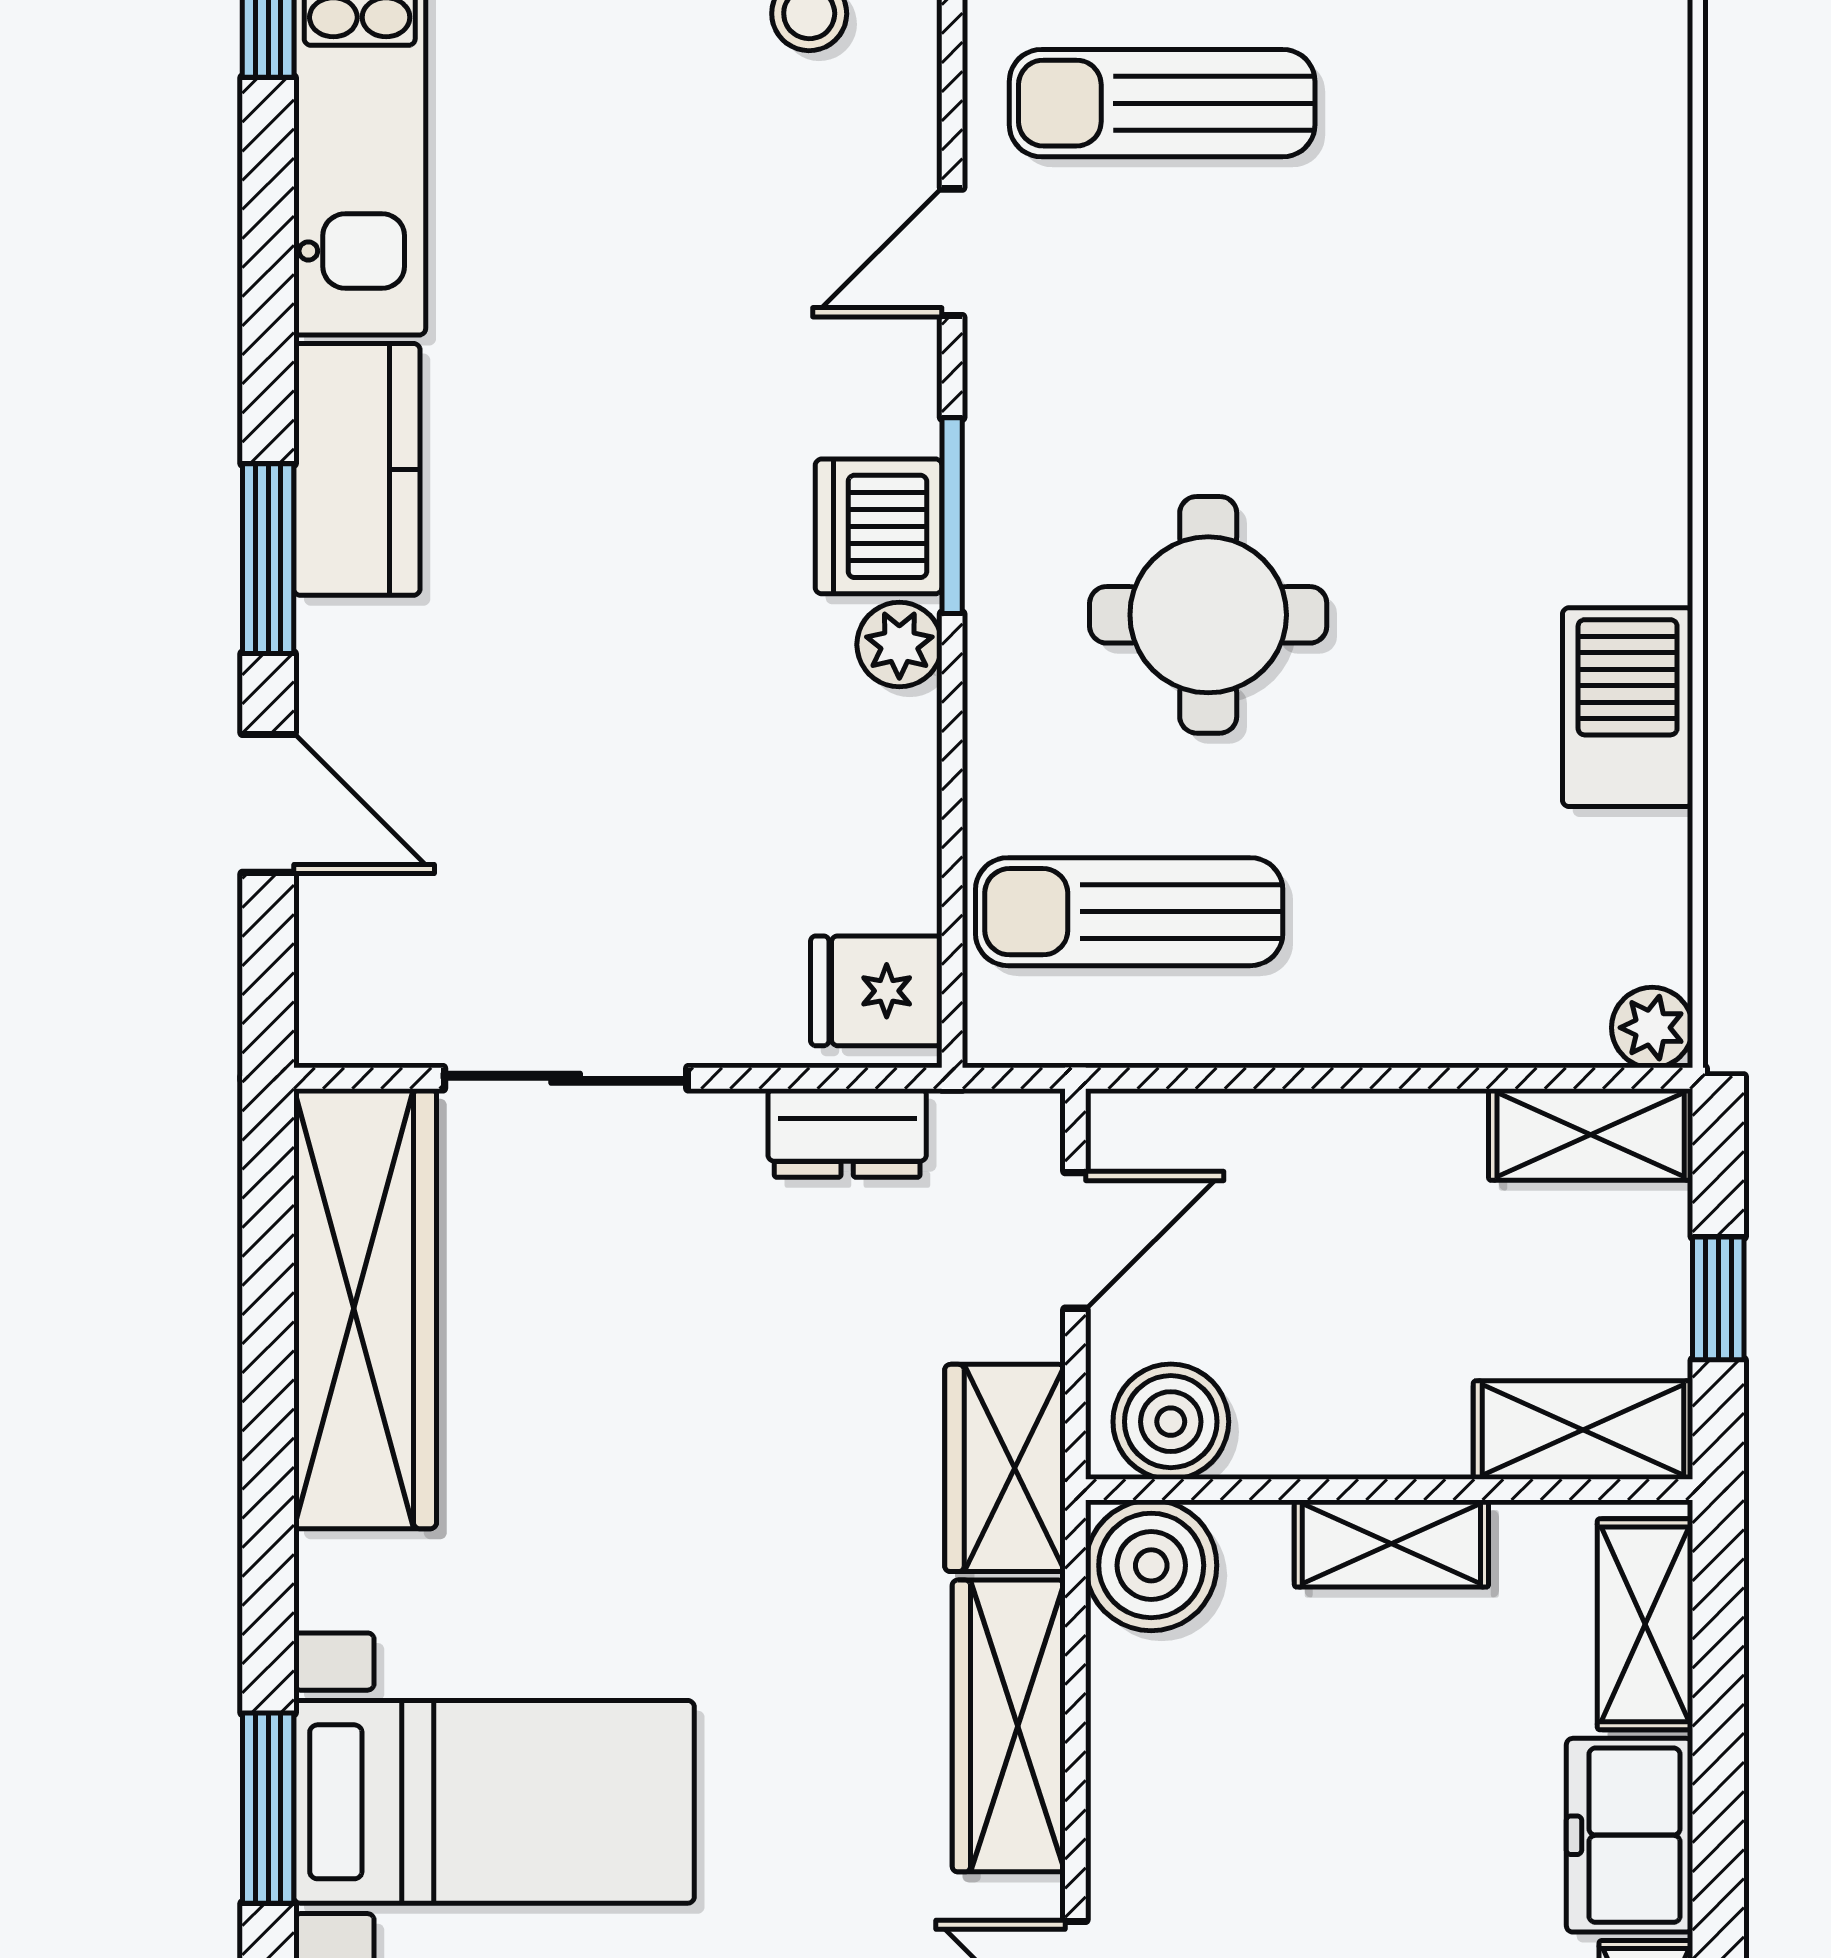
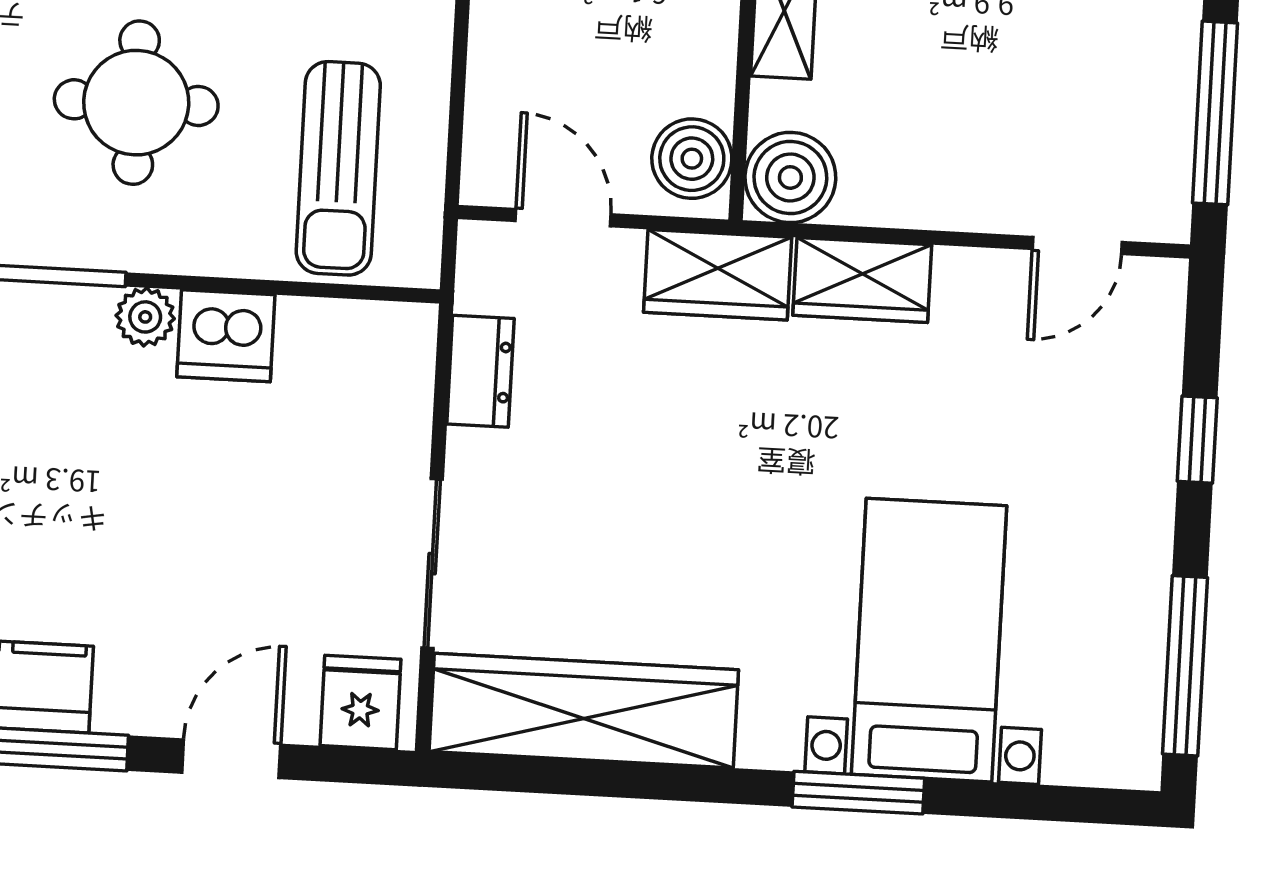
dishwasher: (879, 526) -> (226, 336), moved
fridge: (876, 991) -> (360, 702), moved, turned 180
wardrobe: (1009, 1726) -> (862, 280), width x0.67
window: (268, 1808) -> (858, 793), moved

